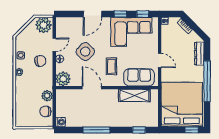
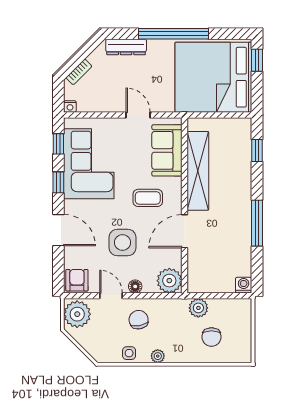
armchair: (63, 25) -> (77, 280), added
side table: (85, 52) -> (123, 242), turned 45
door: (160, 61) -> (138, 115), hinge flipped
shelving: (134, 96) -> (198, 171), width x1.47
chair: (45, 111) -> (212, 337), moved

